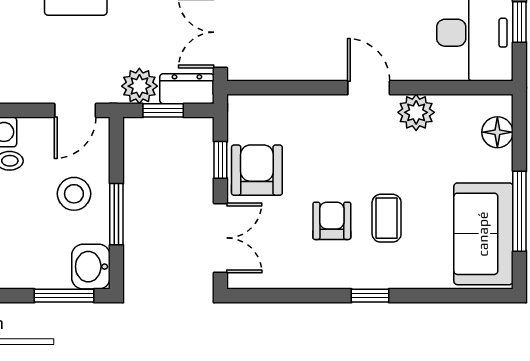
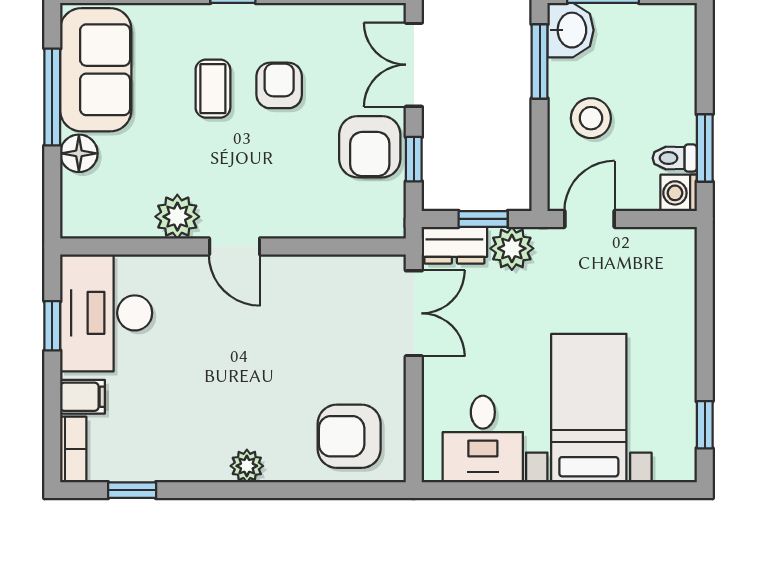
floor lamp: (497, 132) -> (79, 153), moved
window: (116, 214) -> (540, 61), moved
armchair: (332, 221) -> (279, 85), turned 180

